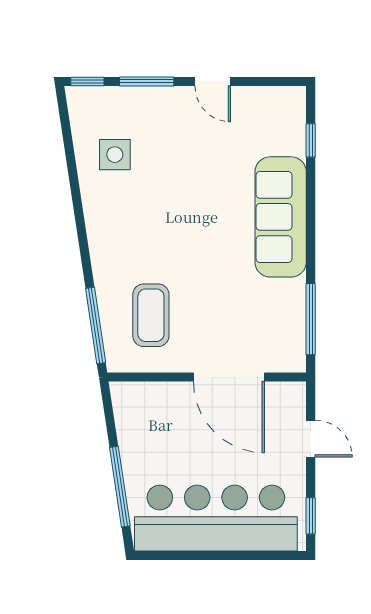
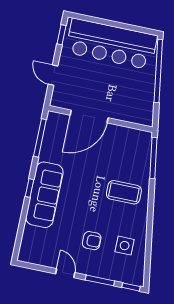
window: (311, 140) -> (29, 188), moved
armchair: (177, 151) -> (92, 241), added
coffee table: (151, 315) -> (124, 192), moved, turned 90
door: (229, 377) -> (89, 116), swing flipped
window: (120, 487) -> (158, 71), width x1.46

